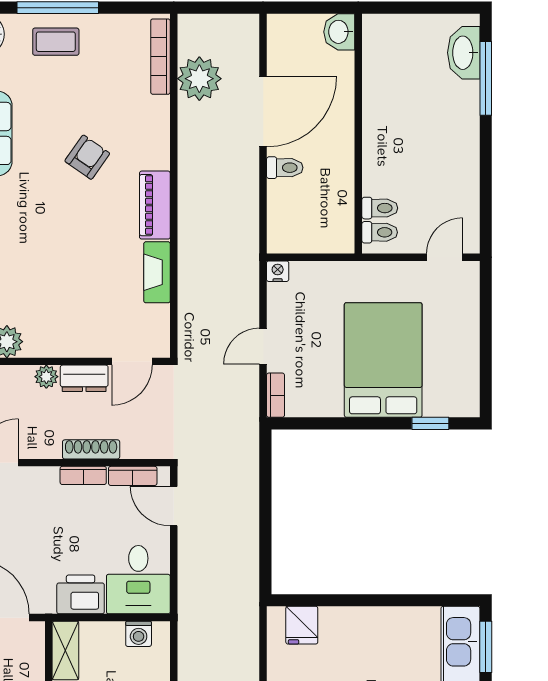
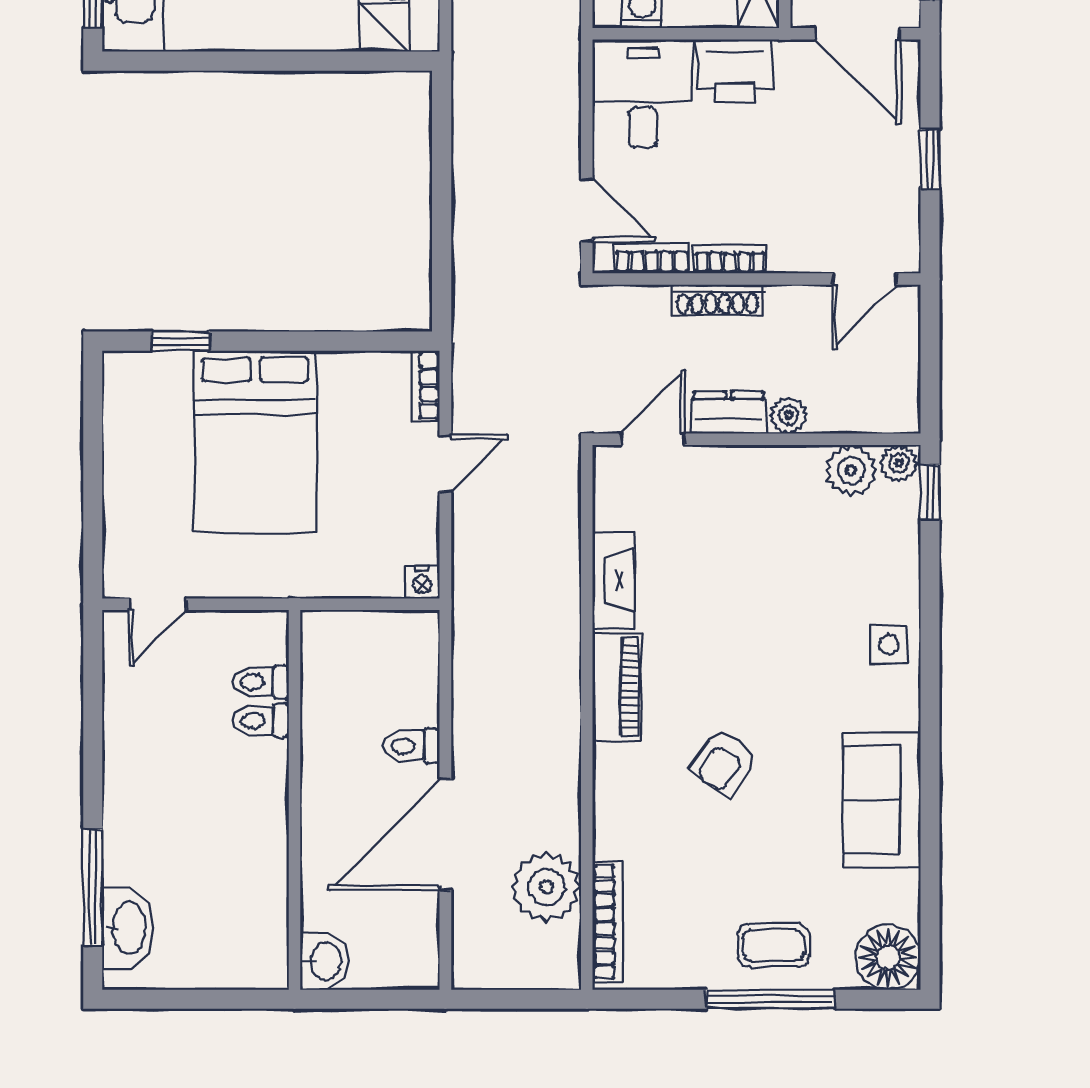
toilet: (380, 232) -> (261, 720), moved

